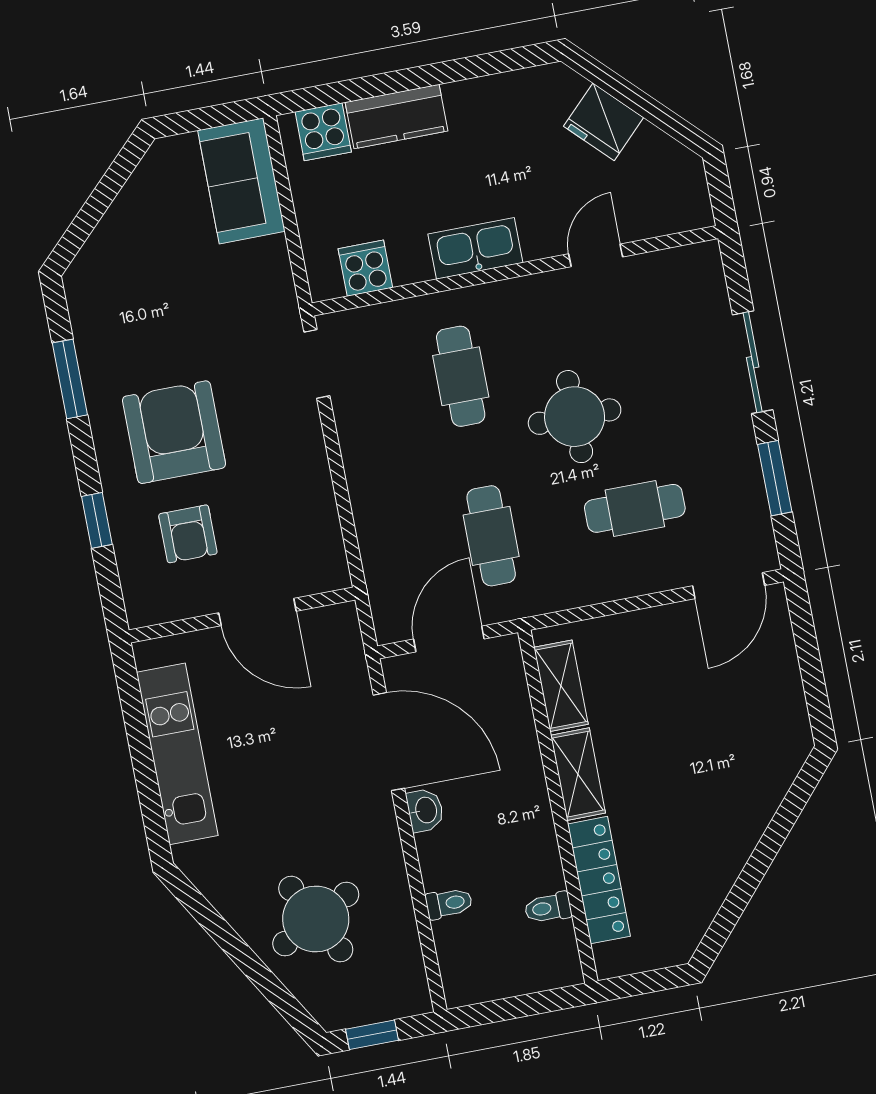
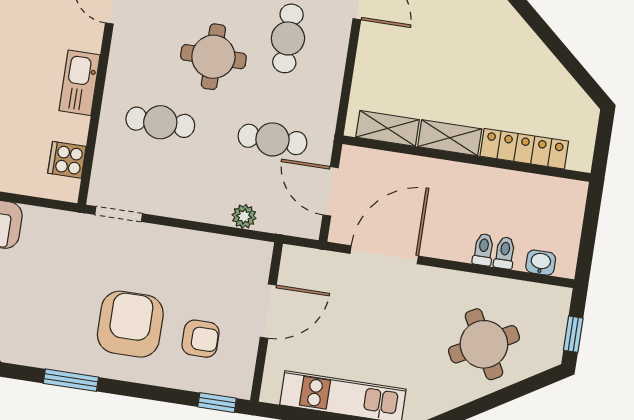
armchair: (174, 432) -> (130, 324), turned 90
window: (97, 520) -> (217, 403), moved
plant: (374, 534) -> (244, 216), added
washbasin: (425, 810) -> (541, 263), moved
toilet: (548, 908) -> (483, 250), moved, turned 180

